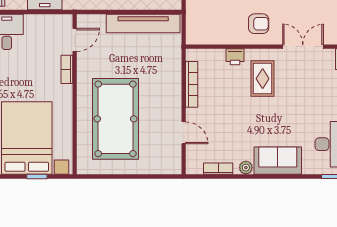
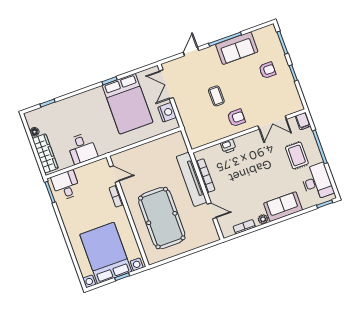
tv unit: (143, 24) -> (192, 179), moved, turned 90
door: (75, 40) -> (114, 174), hinge flipped
double door: (303, 47) -> (272, 122), swing flipped
rug: (263, 79) -> (297, 155), moved

